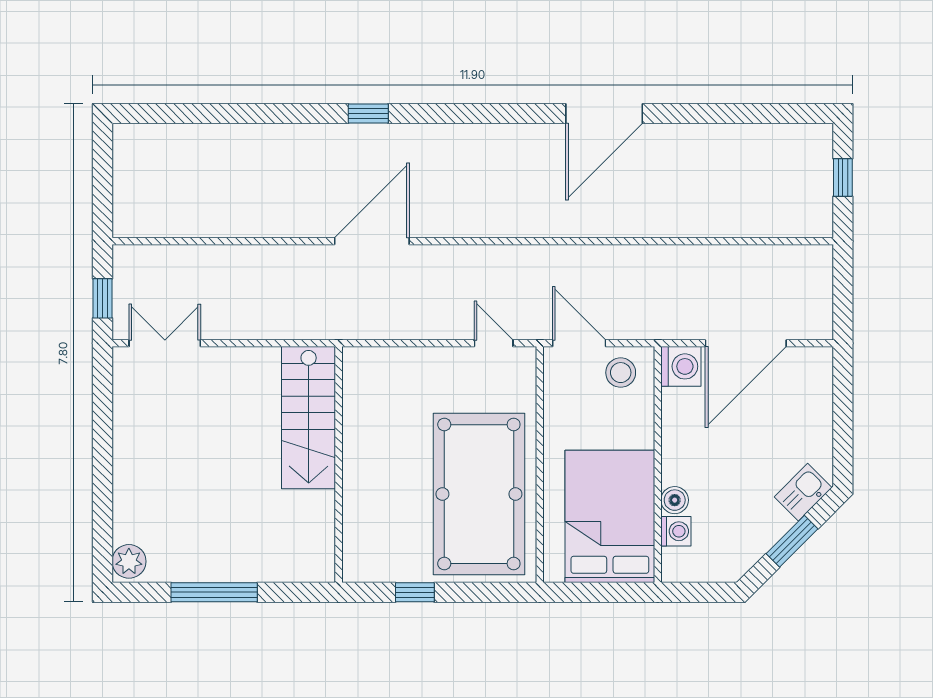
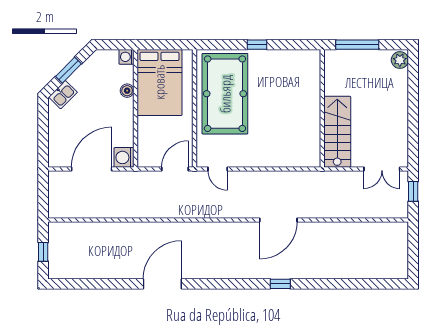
door: (579, 343) -> (175, 169), swing flipped
stool: (621, 373) -> (154, 154), removed
stairs: (309, 418) -> (337, 132), moved
wall: (339, 465) -> (322, 108), moved
washing machine: (676, 531) -> (126, 57), moved

